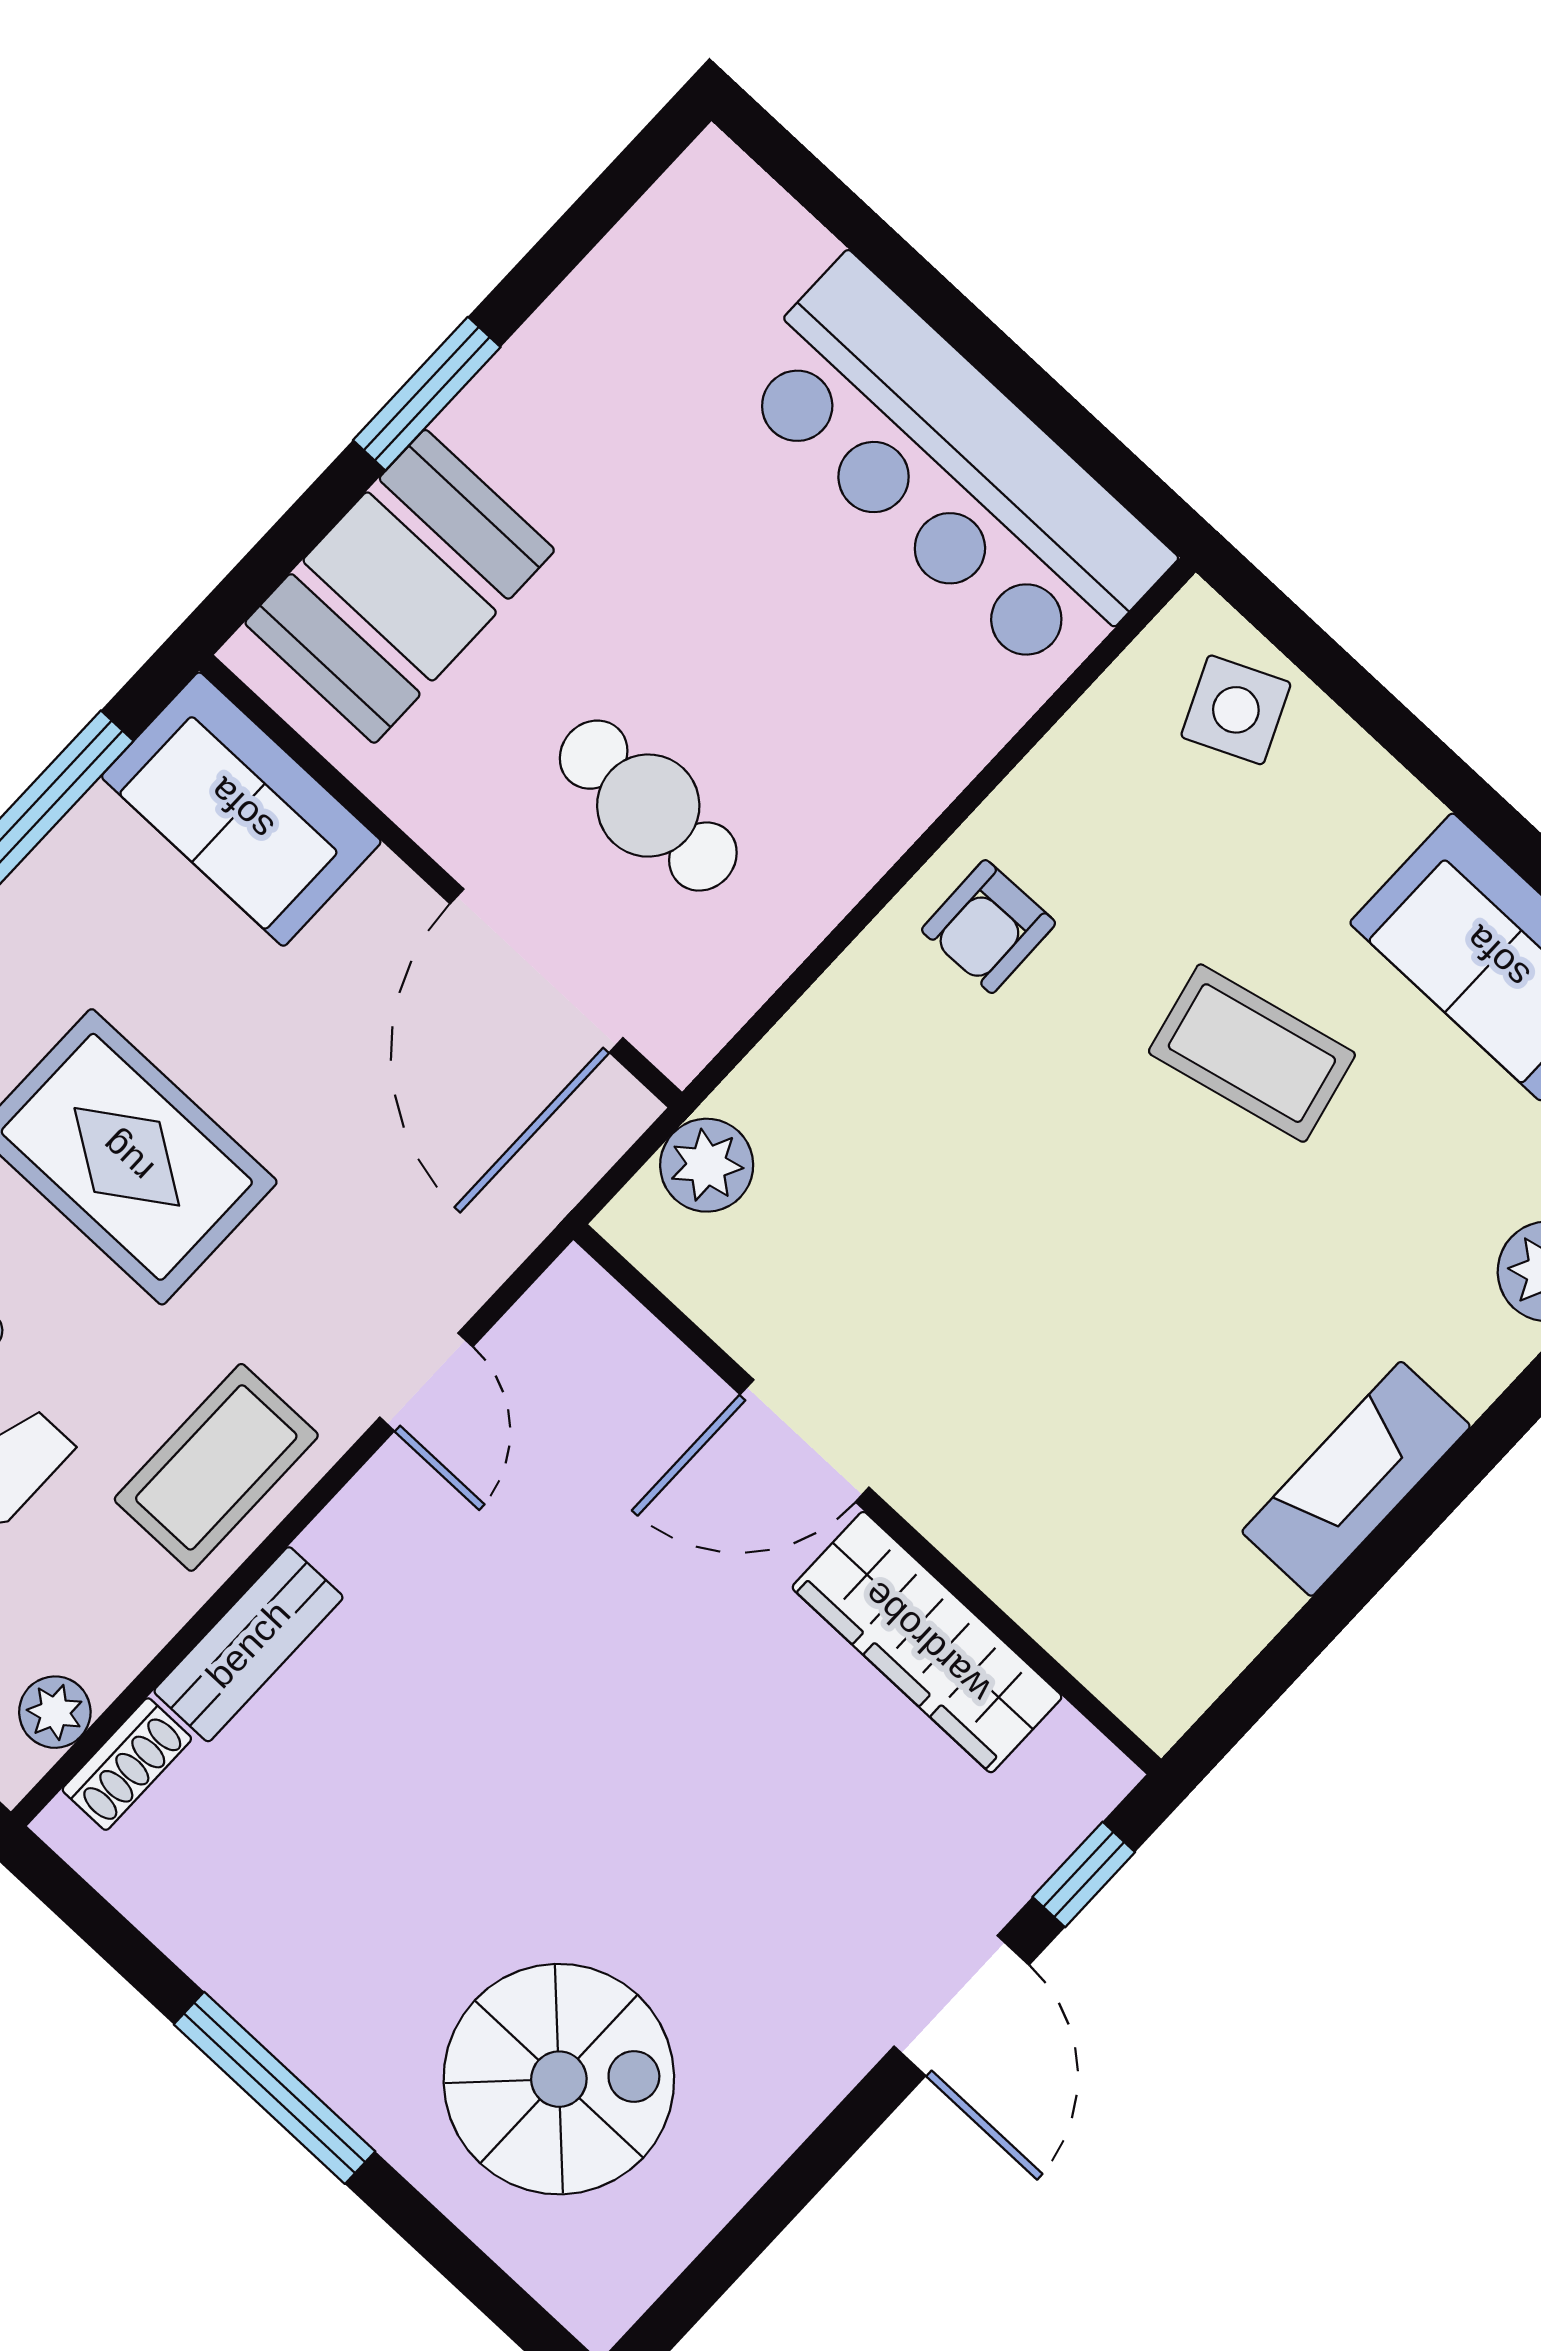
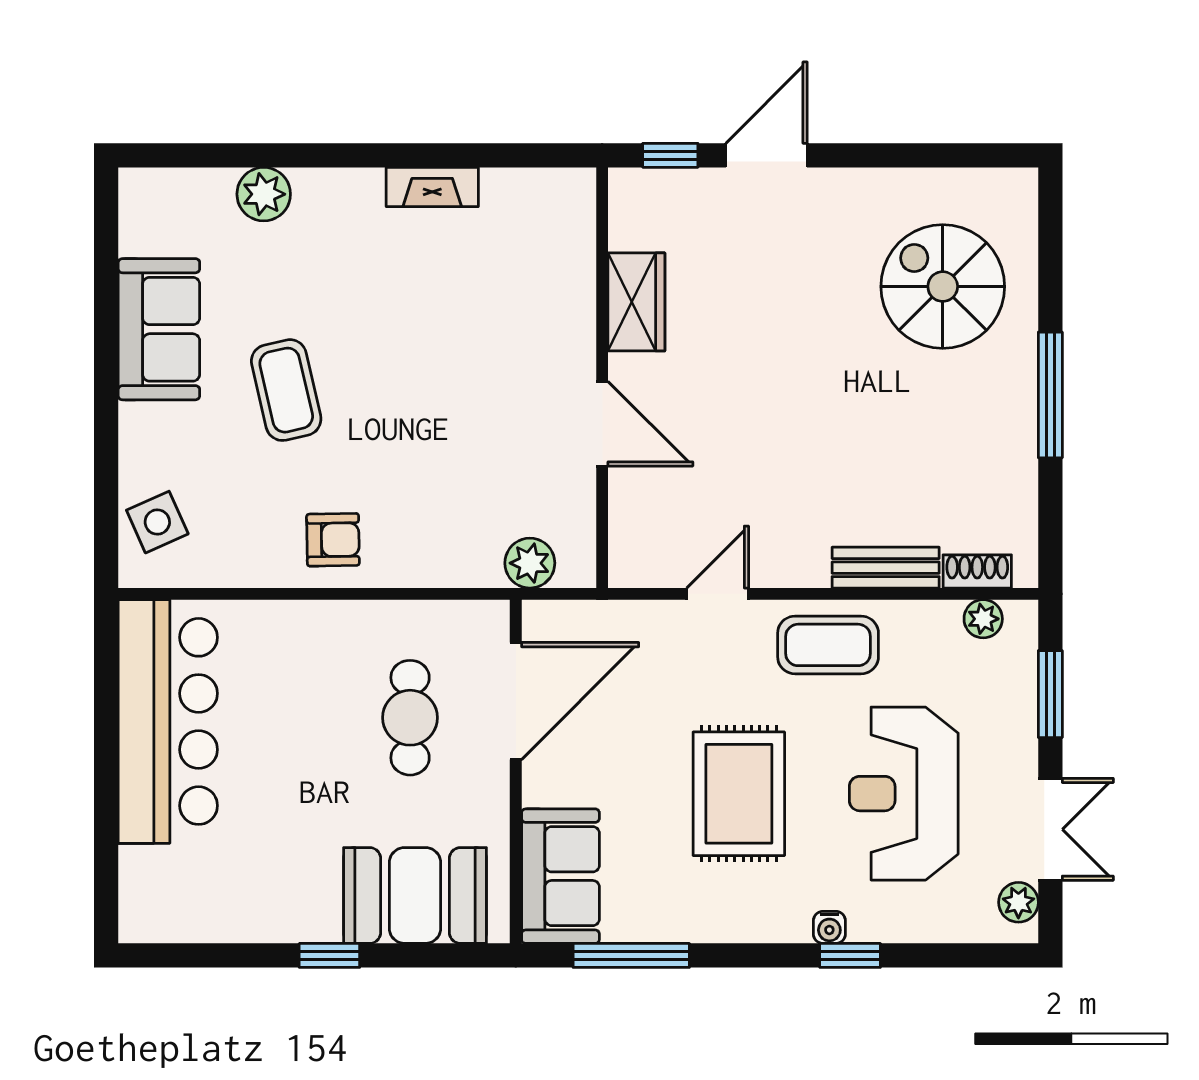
window: (427, 394) -> (329, 955), width x0.67
fireplace: (1356, 1479) -> (432, 187), width x0.73, depth x0.76
wardrobe: (927, 1642) -> (636, 302), width x0.67

